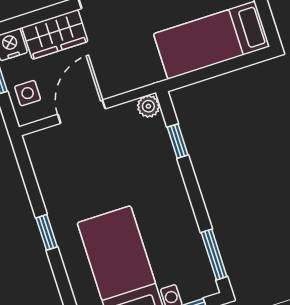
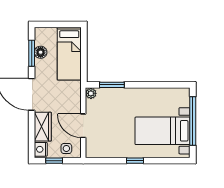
window: (178, 141) -> (112, 85), width x1.50
window: (214, 254) -> (171, 85), removed

